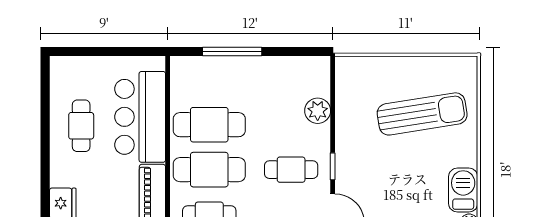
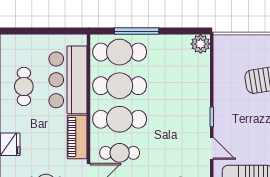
plant: (318, 111) -> (201, 44), moved
cafe table: (291, 170) -> (120, 52), moved, width x1.37, depth x1.35

